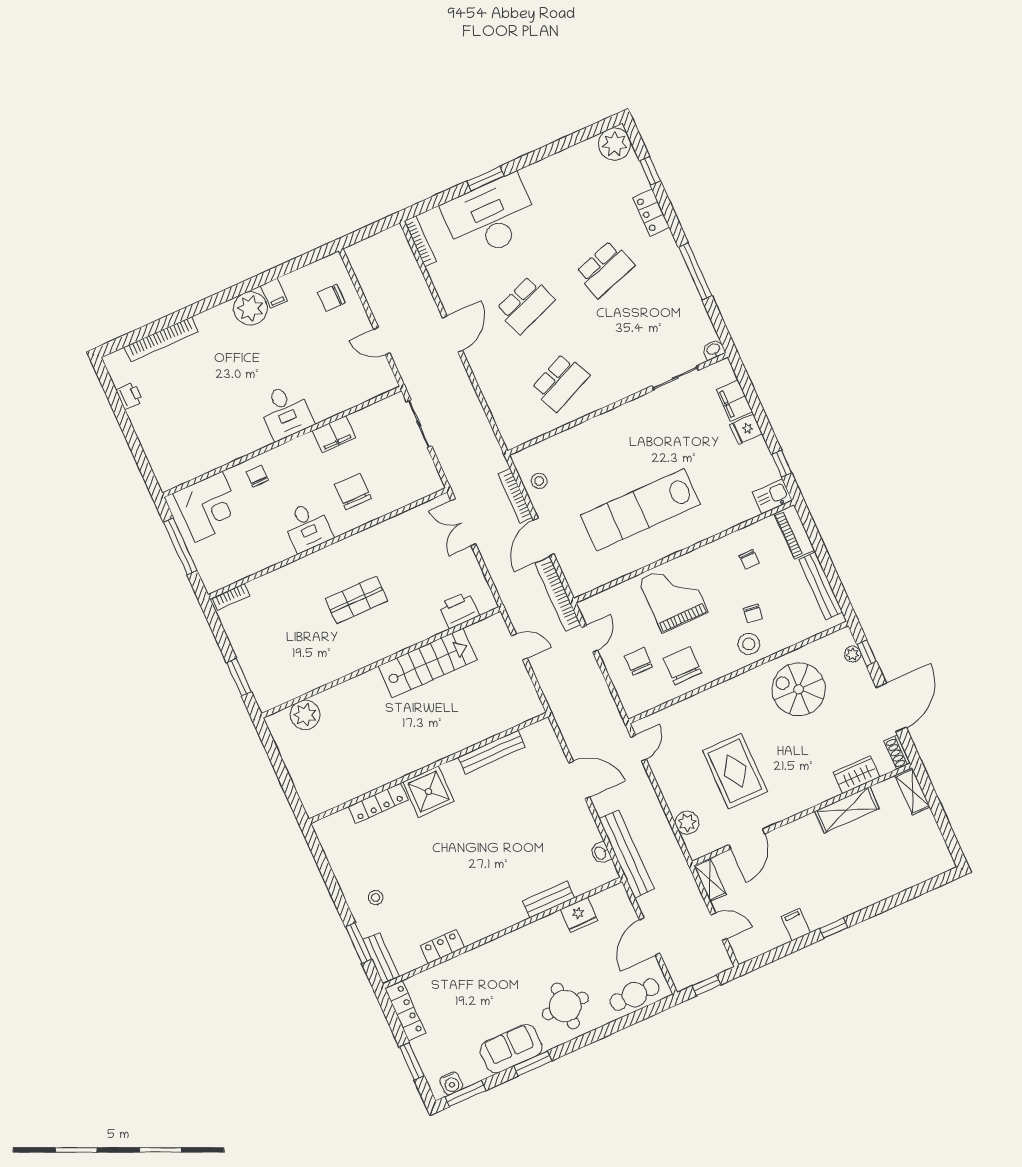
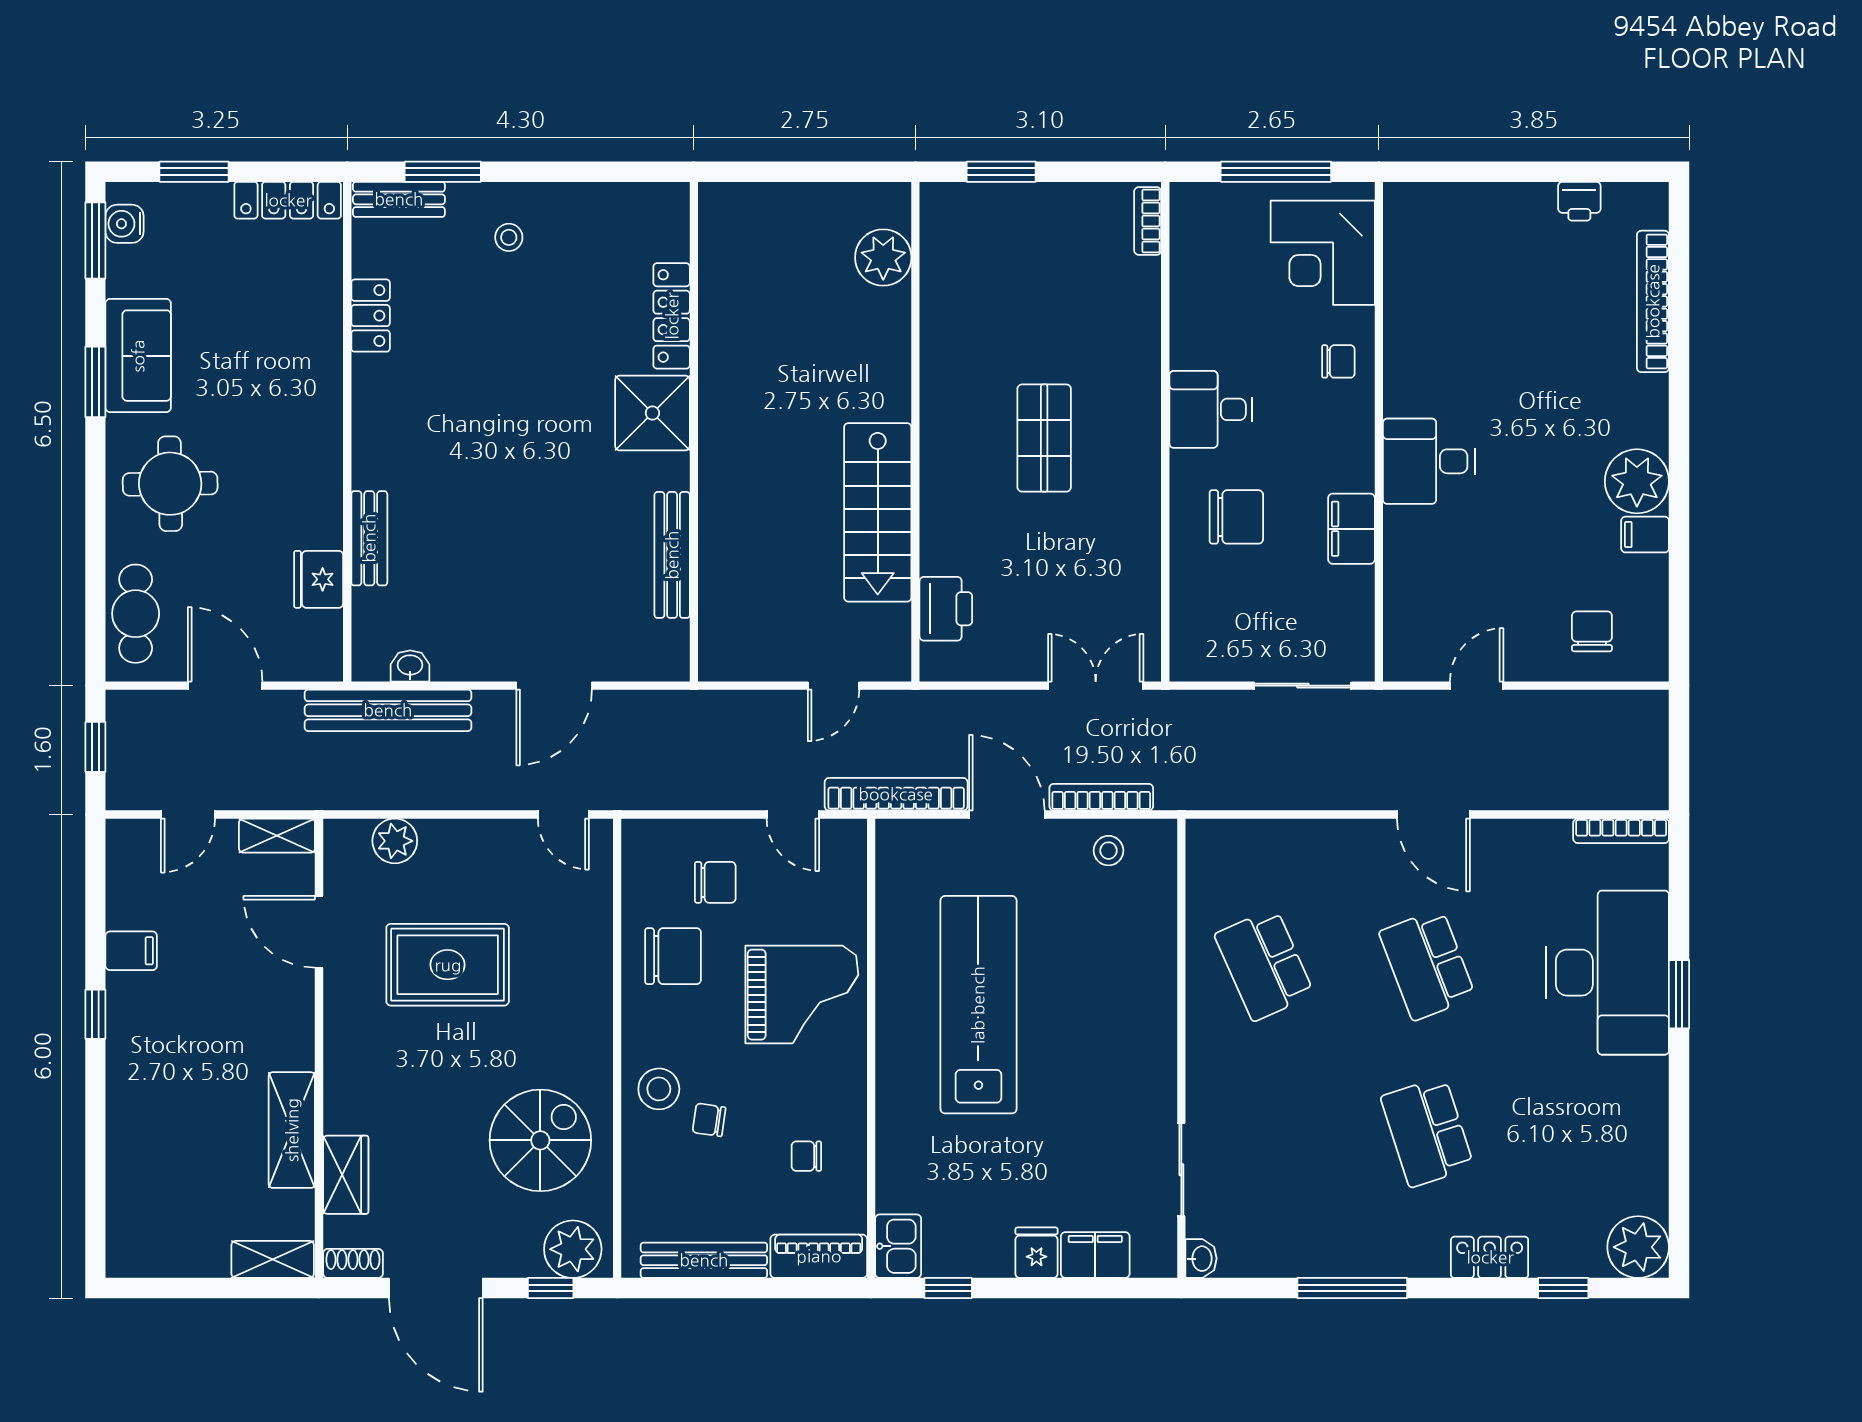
plant: (853, 654) -> (573, 1249), width x1.87, depth x1.87

